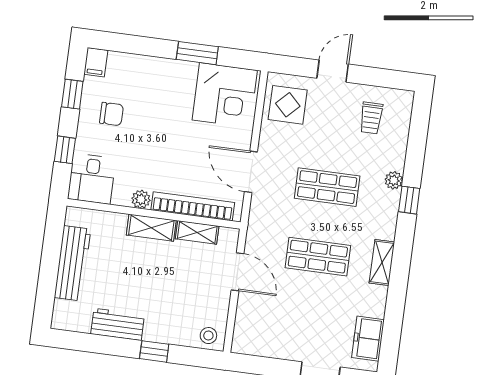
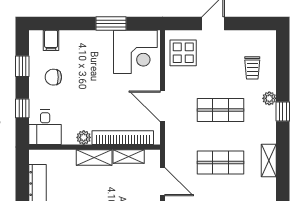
filing cabinet: (96, 62) -> (51, 40), moved
chair: (111, 114) -> (53, 77), turned 180
trolley: (371, 118) -> (252, 68), moved

